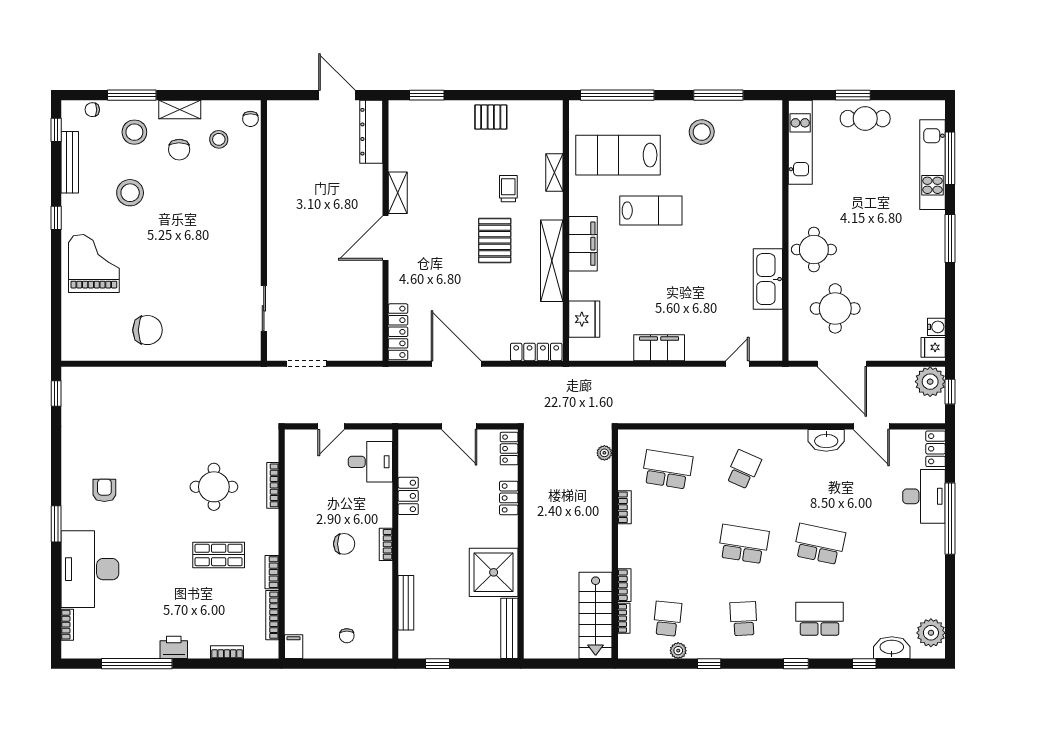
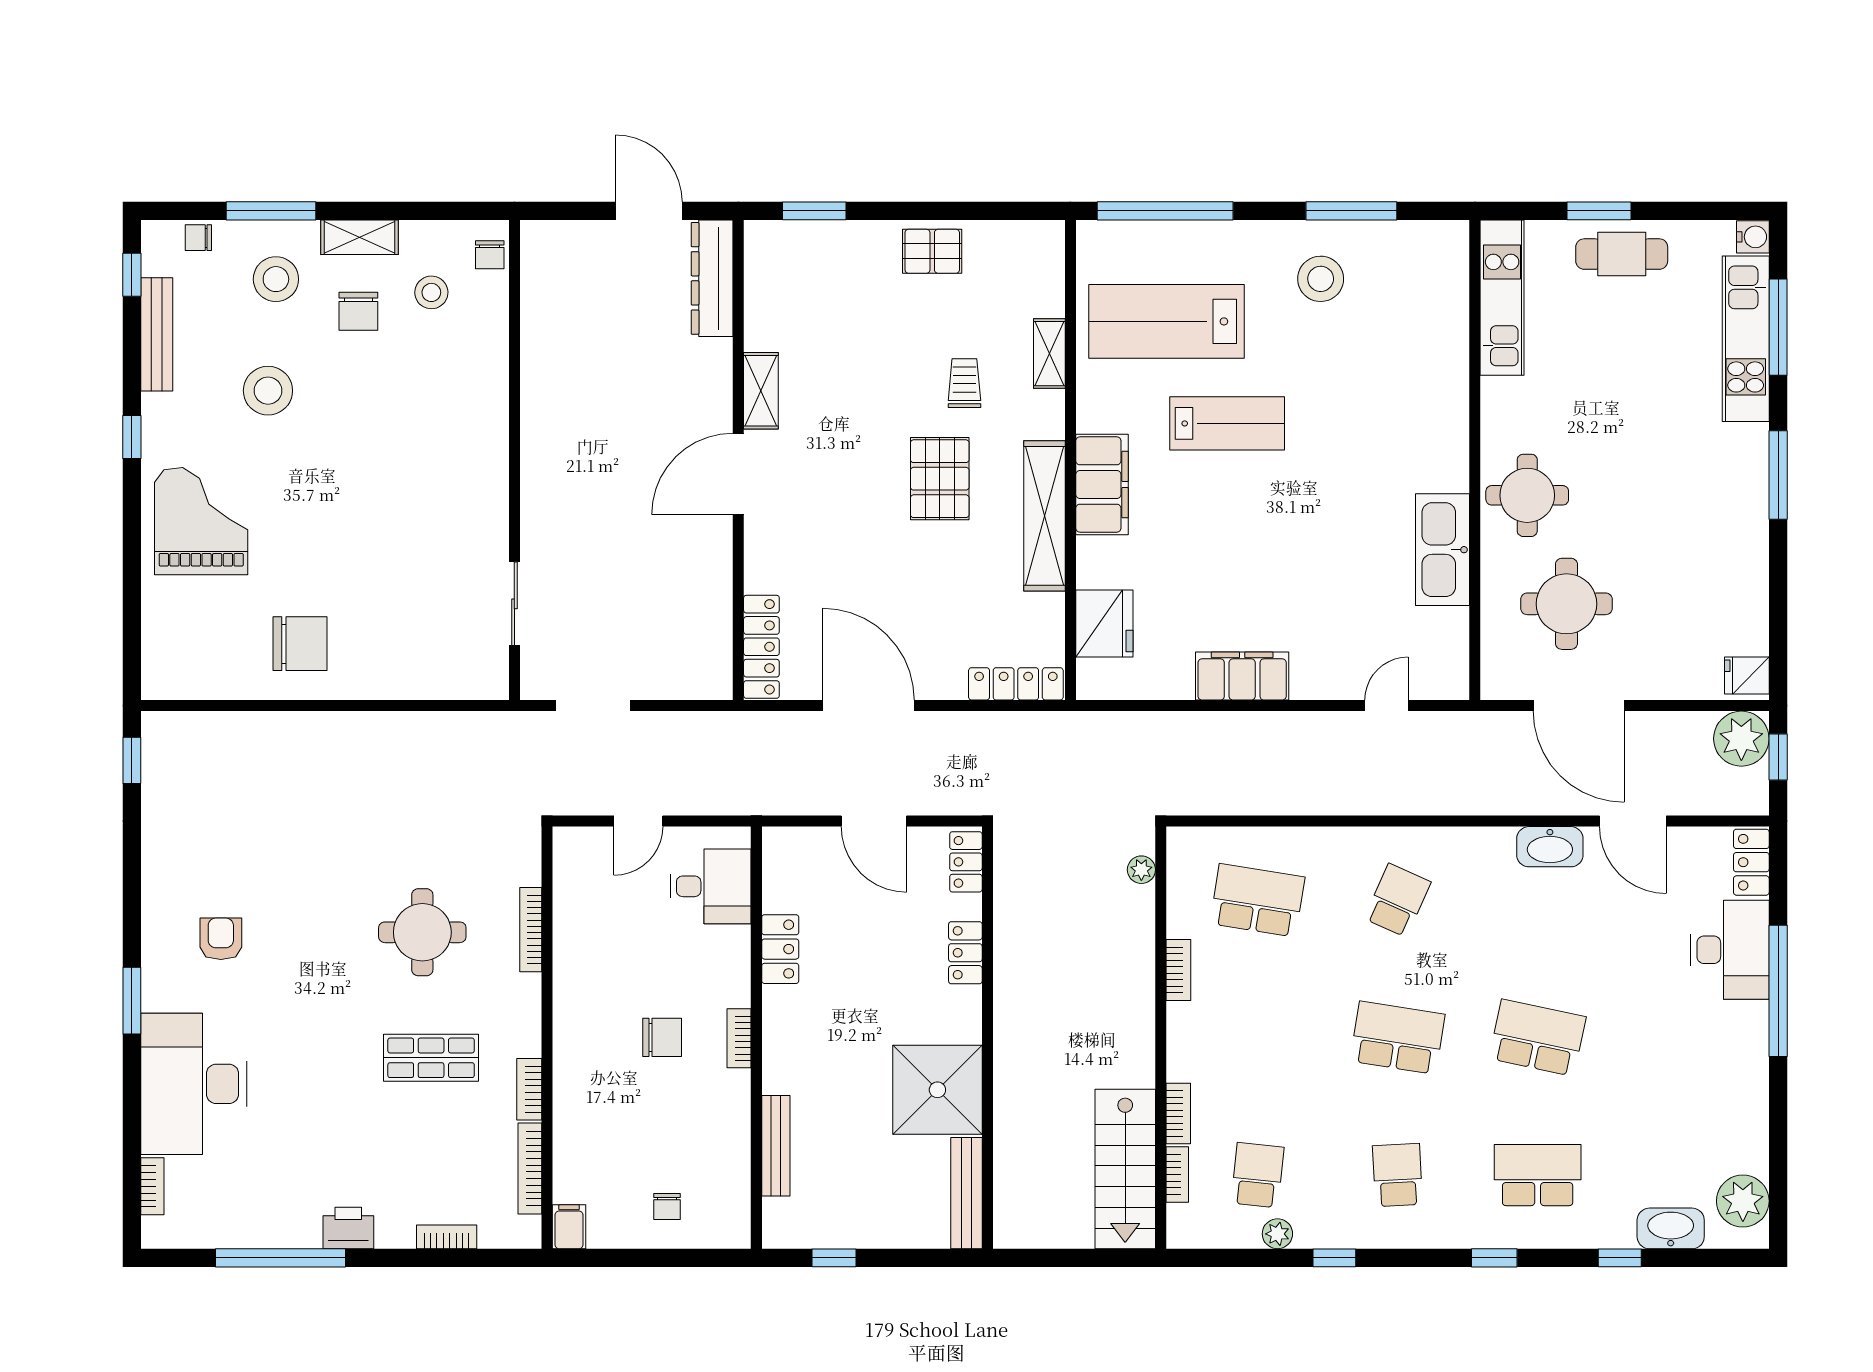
water cooler: (936, 327) -> (1753, 237), moved

